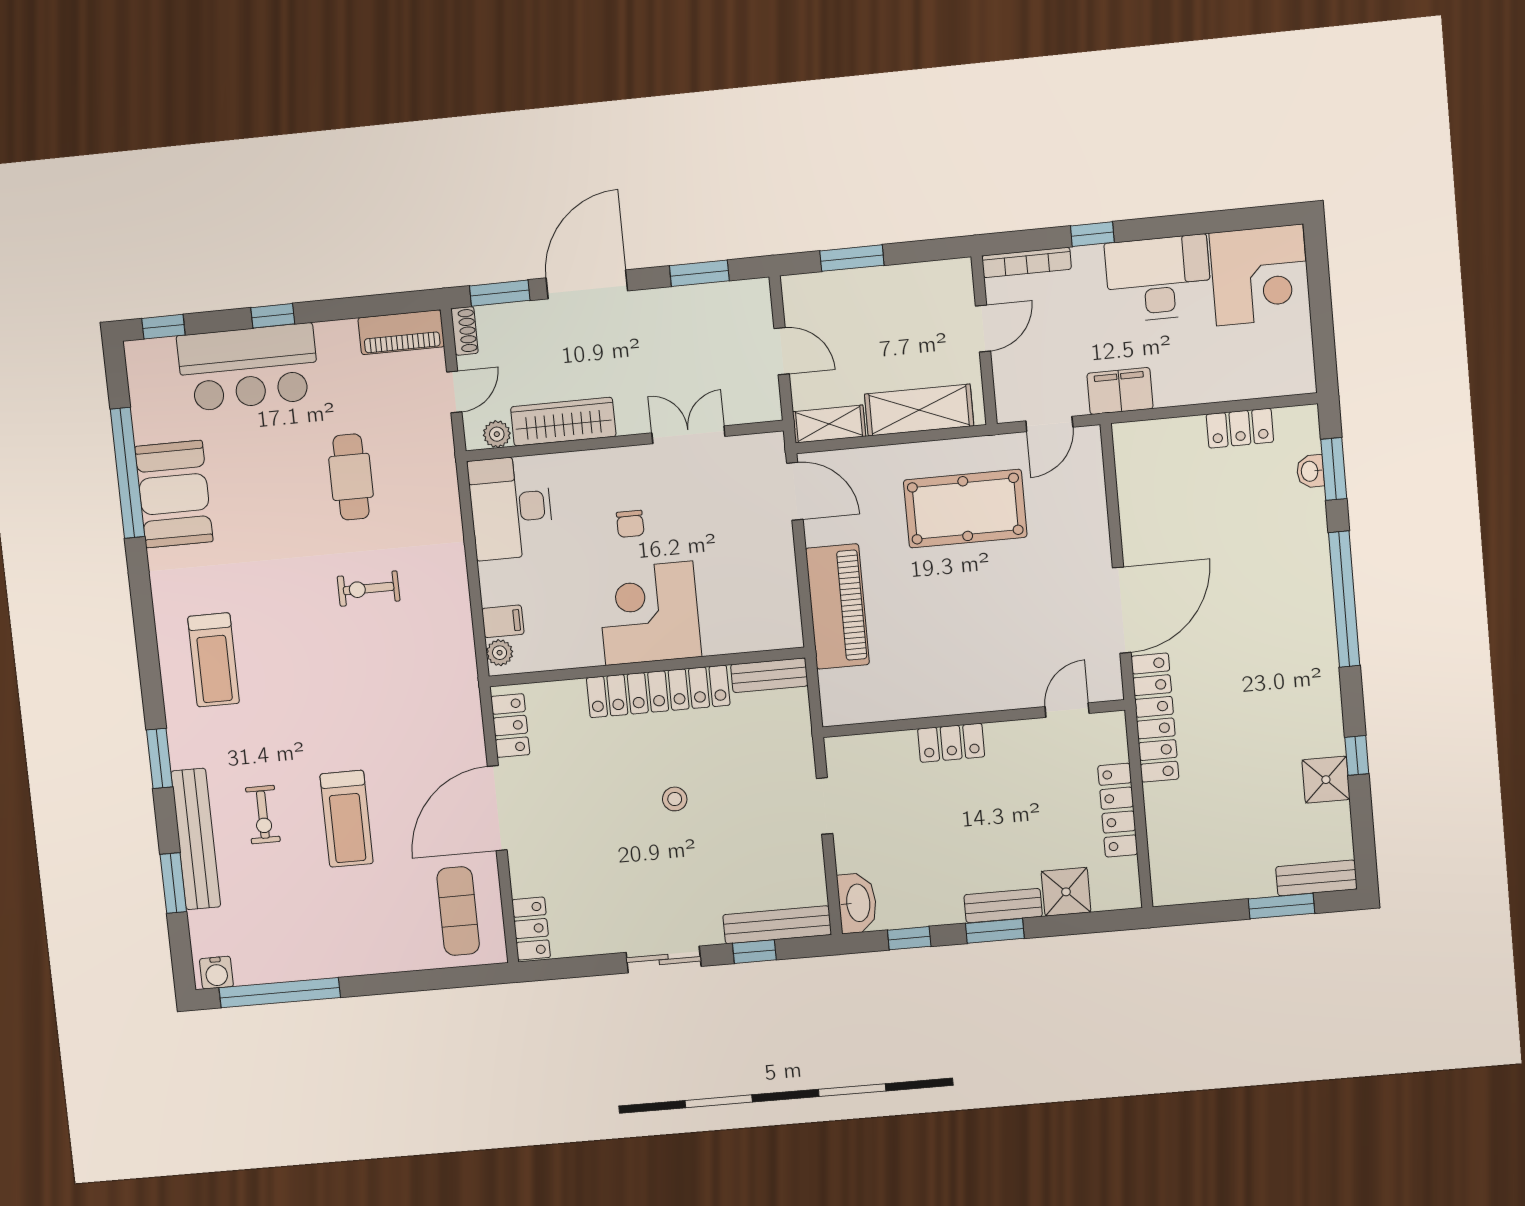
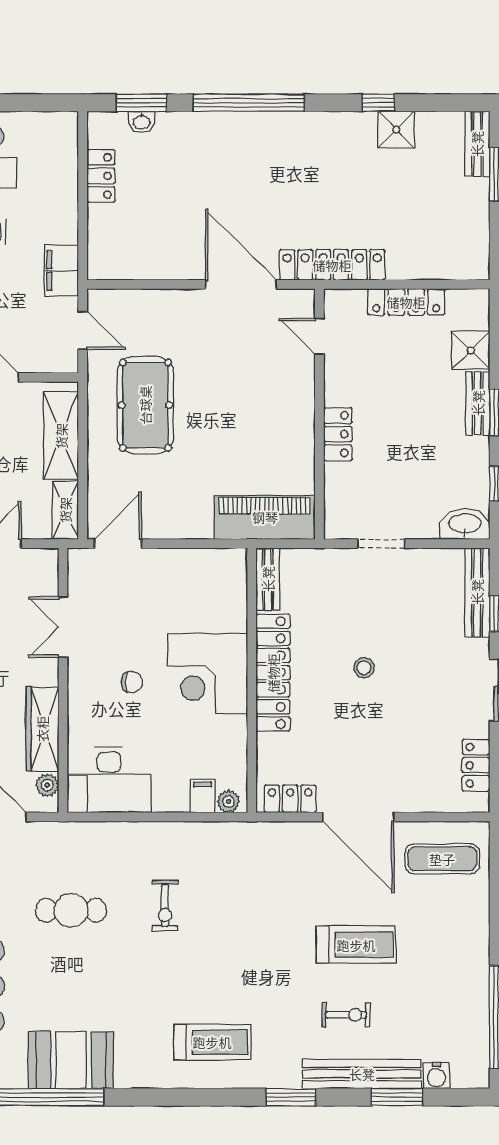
piano: (837, 606) -> (265, 517), moved
locker: (531, 929) -> (476, 765), moved, turned -90
water cooler: (216, 973) -> (436, 1076), moved, turned 90

